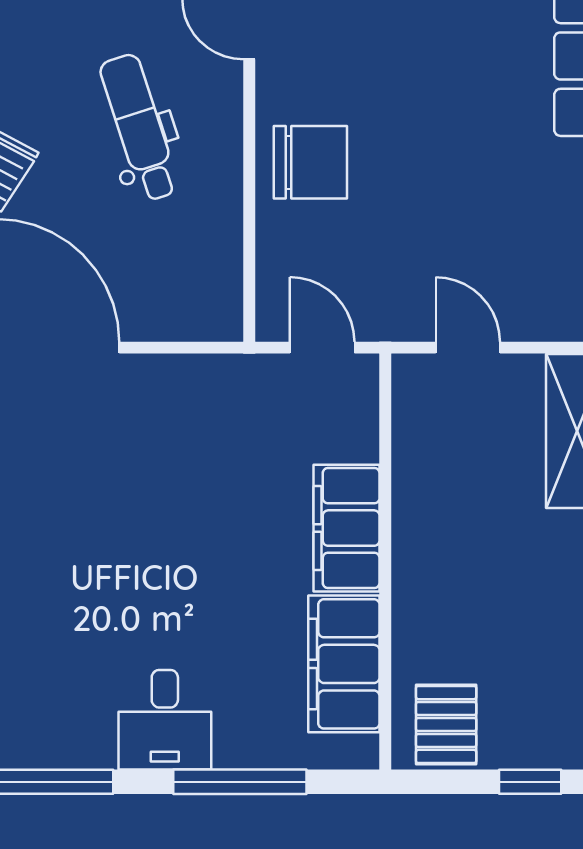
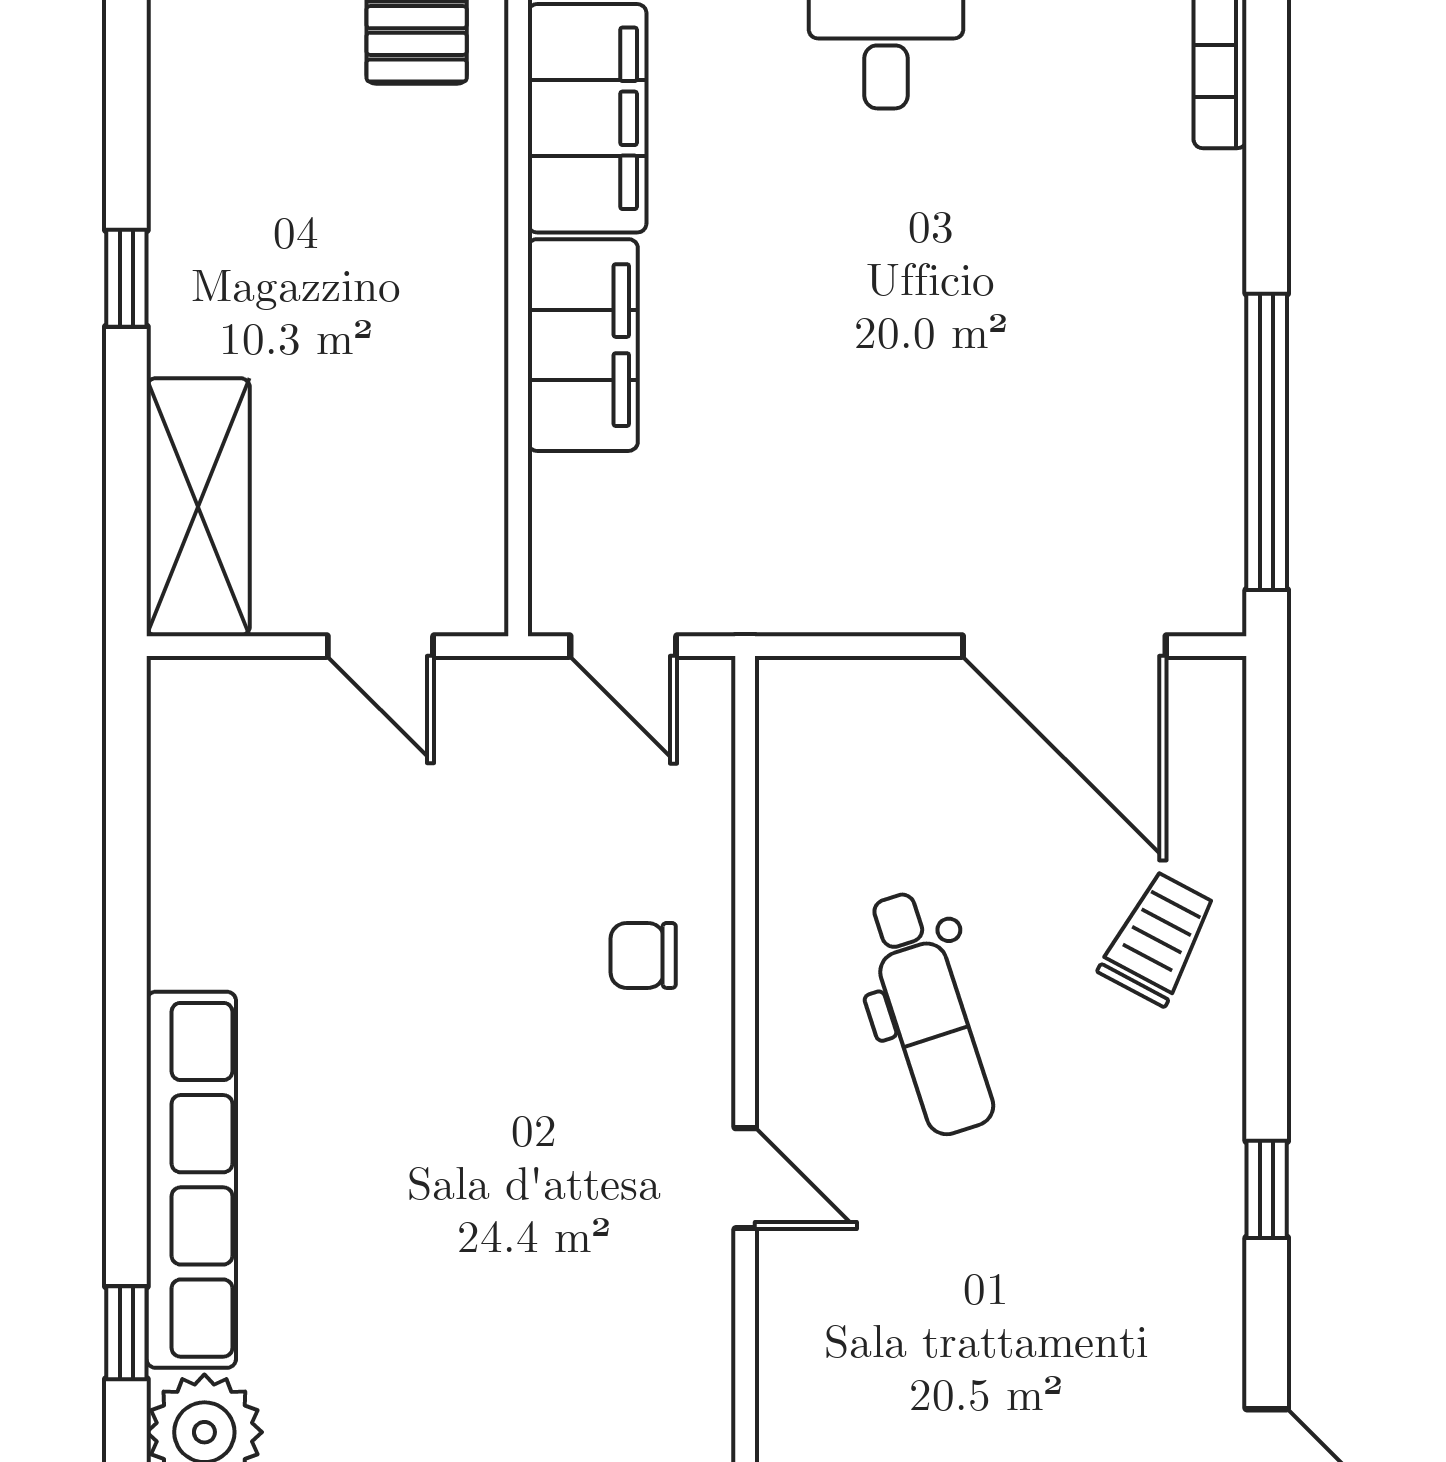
chair: (310, 162) -> (643, 955), width x0.54, depth x0.54

